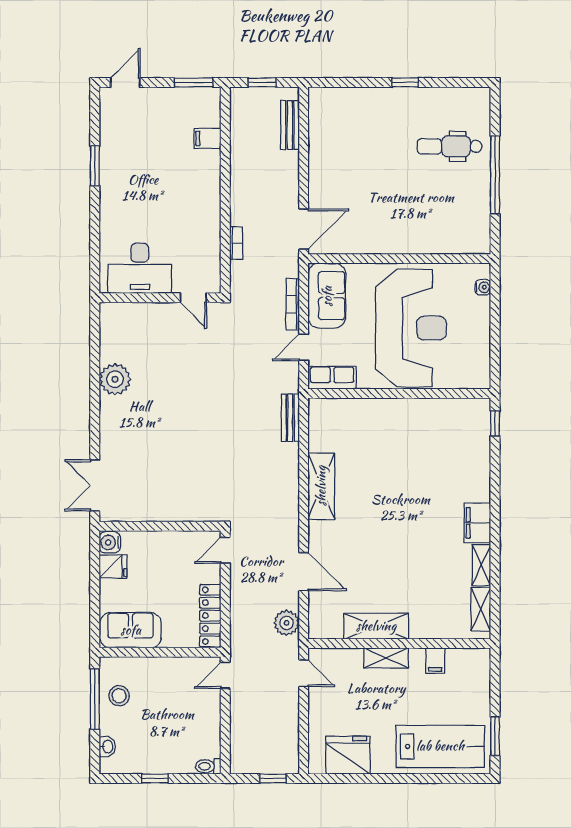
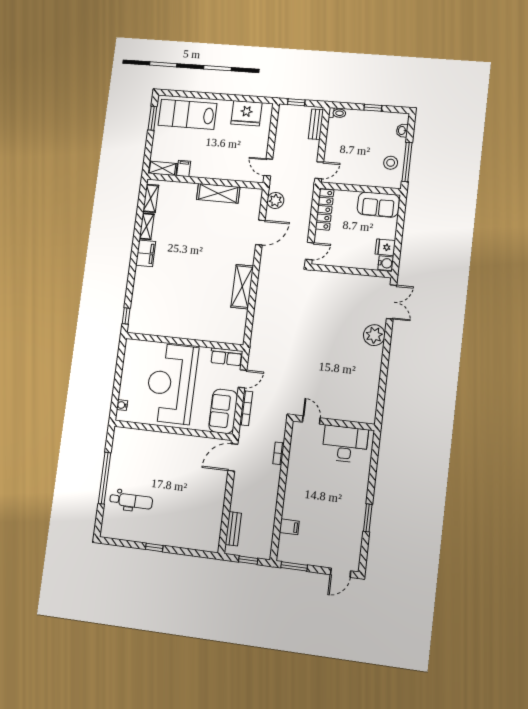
plant: (115, 379) -> (374, 335), moved
bench: (290, 418) -> (316, 124), moved
door: (304, 571) -> (260, 233), swing flipped
shelving: (386, 658) -> (163, 168), moved

